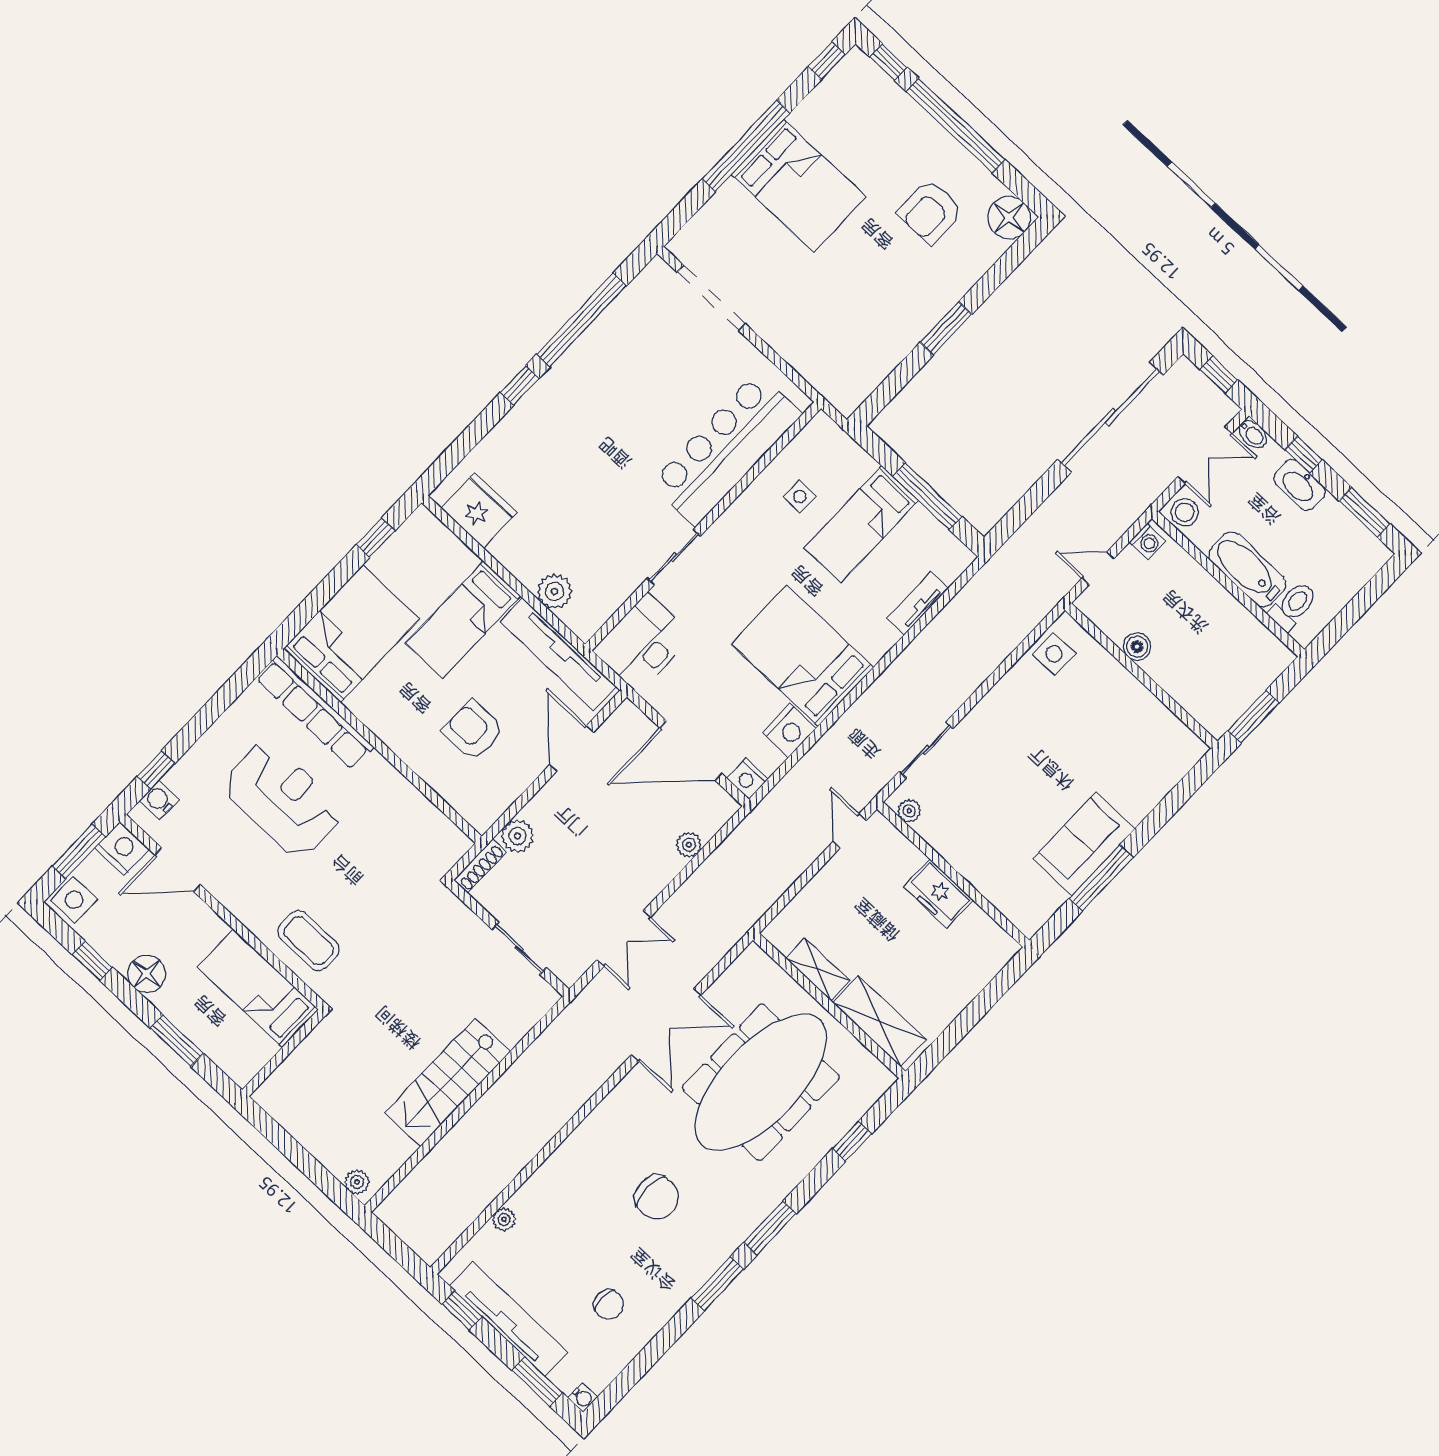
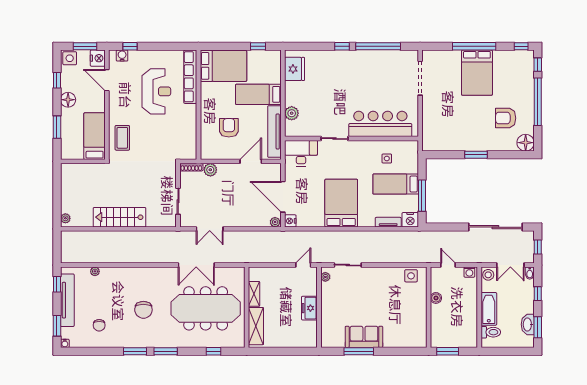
washbasin: (1299, 485) -> (528, 324), moved
nightstand: (789, 730) -> (410, 220), moved
plant: (689, 845) -> (275, 222), moved

